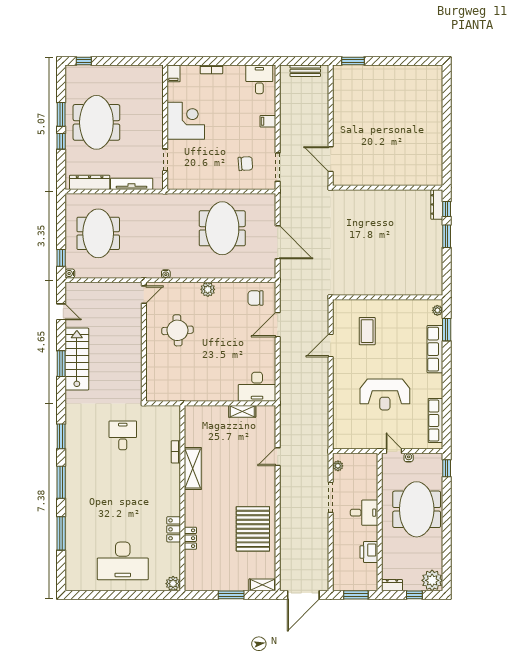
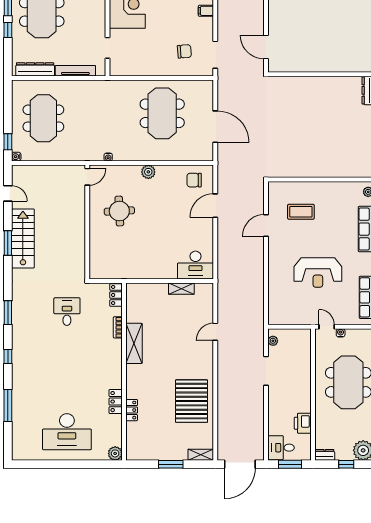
coffee table: (367, 331) -> (301, 212), turned 90
locker: (174, 418) -> (116, 295), added
window: (61, 482) -> (8, 356), width x0.46
desk: (364, 513) -> (281, 448), moved, turned 180

